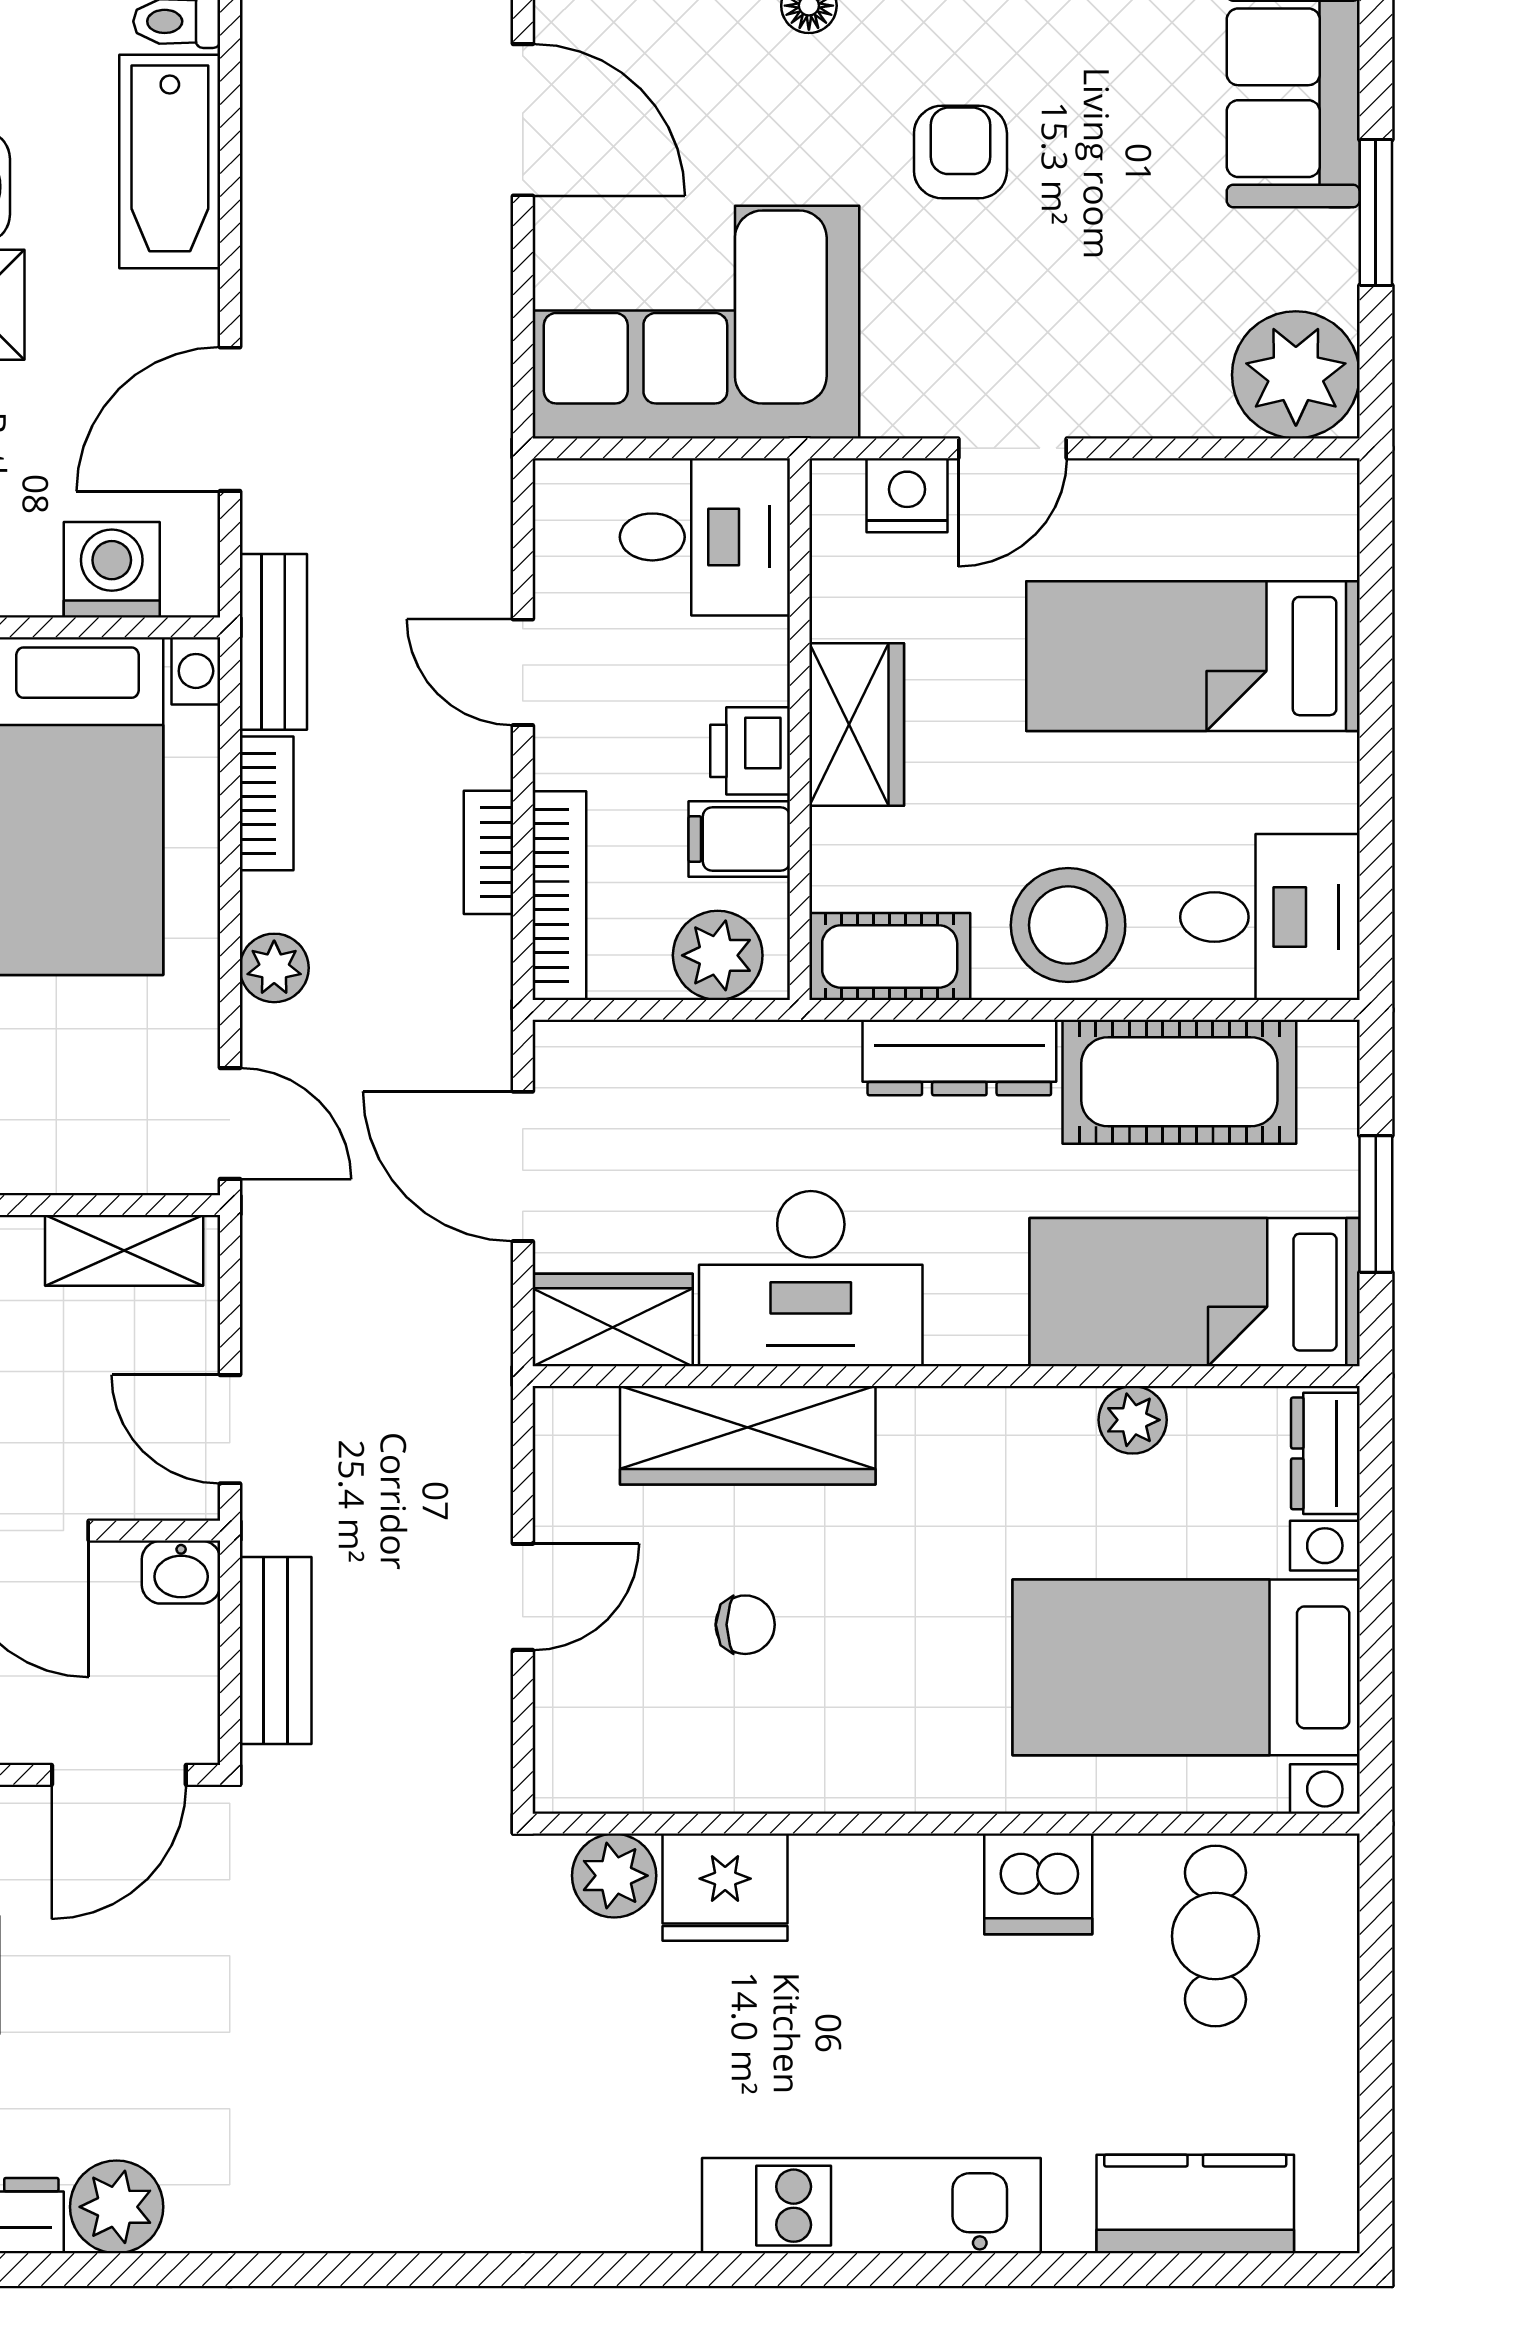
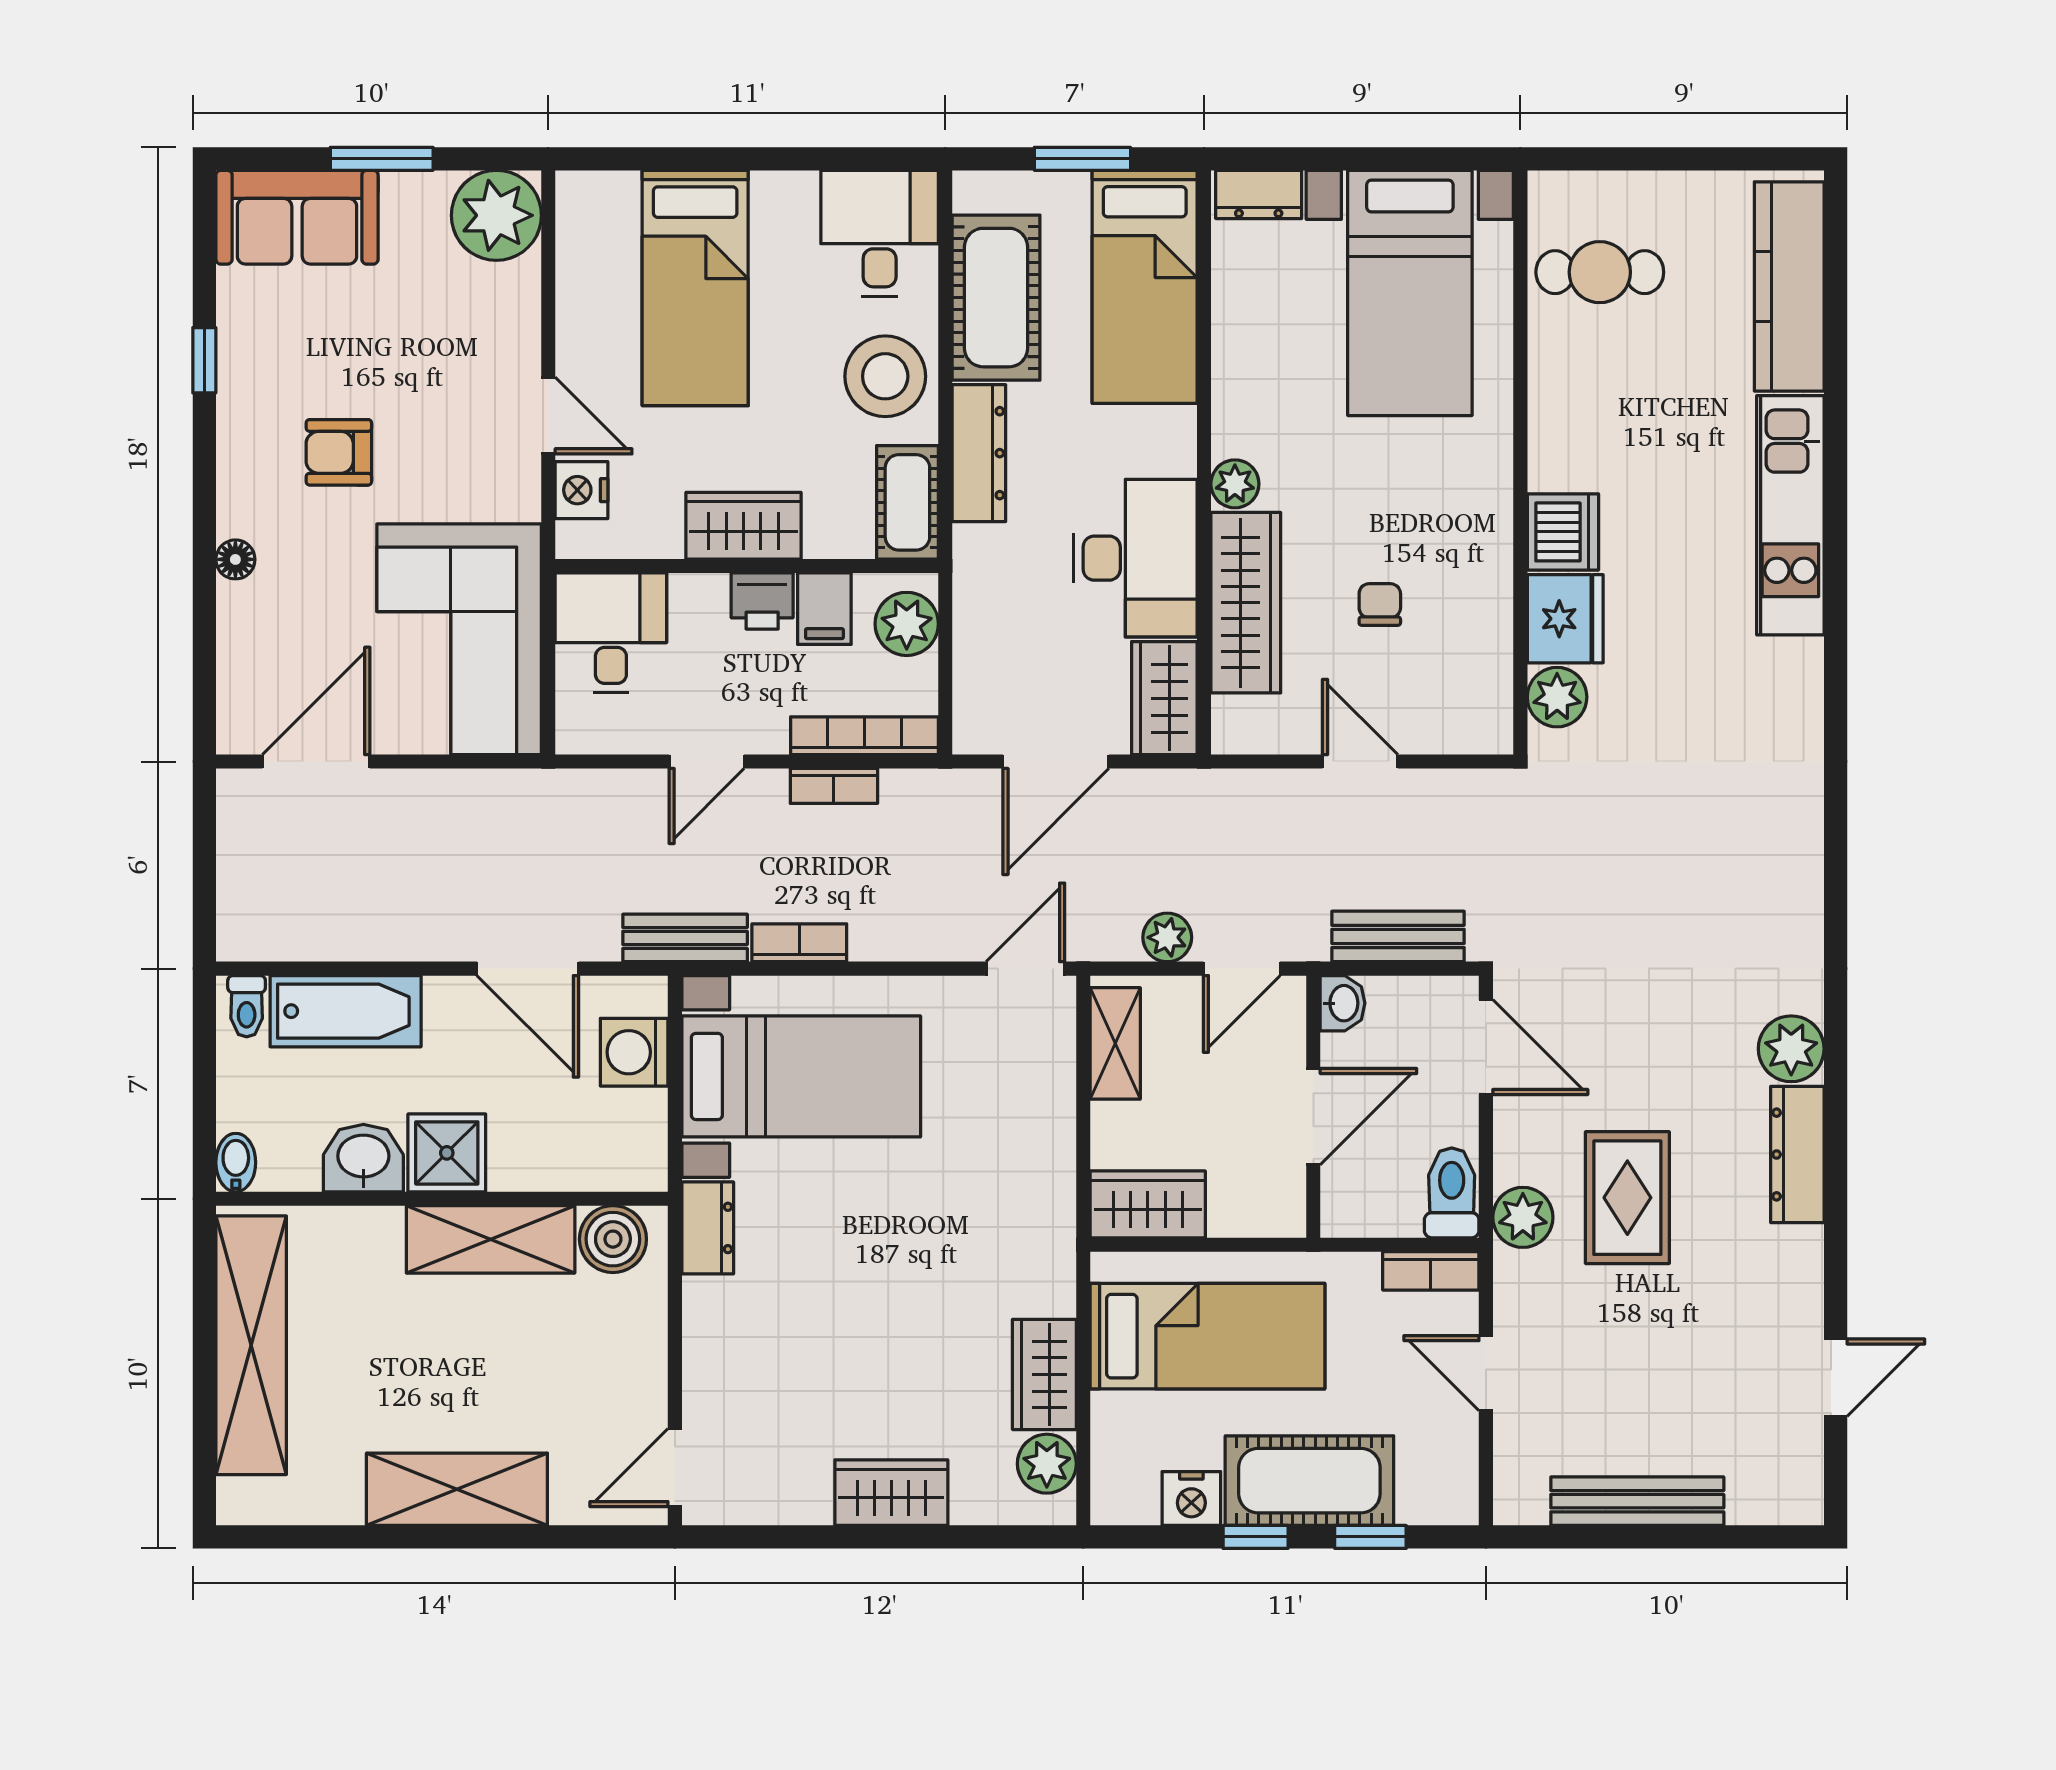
plant: (274, 968) -> (1167, 937), moved
plant: (1133, 1420) -> (1235, 484), moved
dishwasher: (1038, 1884) -> (1563, 532), moved
kitchen counter: (1195, 2204) -> (1789, 286), width x1.50

